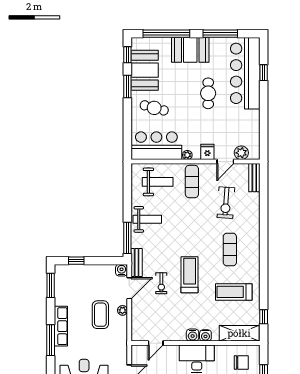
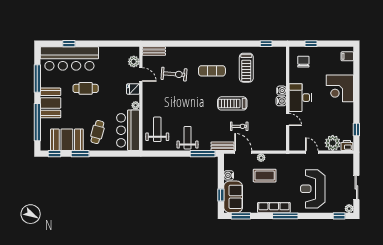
exercise mat: (192, 182) -> (157, 102), removed
water cooler: (122, 270) -> (229, 175), moved
sofa: (74, 276) -> (233, 197), added
shelving: (239, 333) -> (280, 63), removed
door: (156, 343) -> (288, 120), moved

